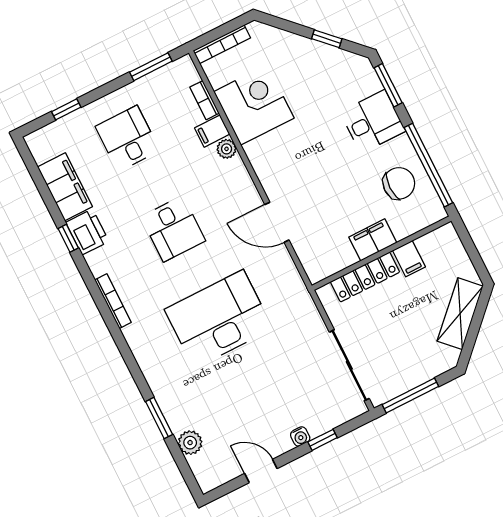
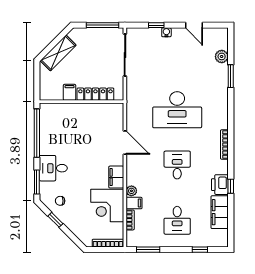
chair: (399, 183) -> (60, 201), moved, width x0.54, depth x0.54
filing cabinet: (373, 240) -> (116, 177), moved, turned 90

